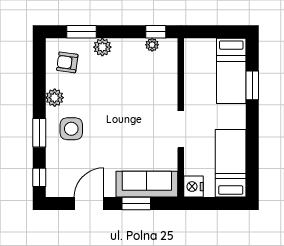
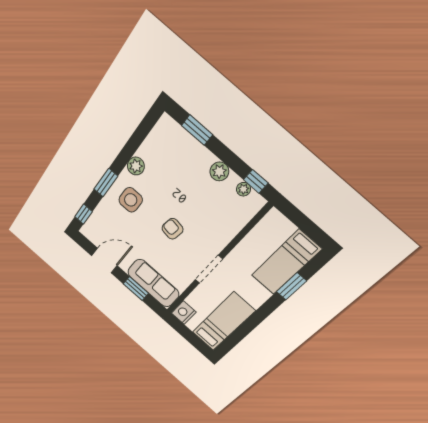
plant: (102, 47) -> (219, 171), moved
armchair: (67, 62) -> (172, 229), moved

